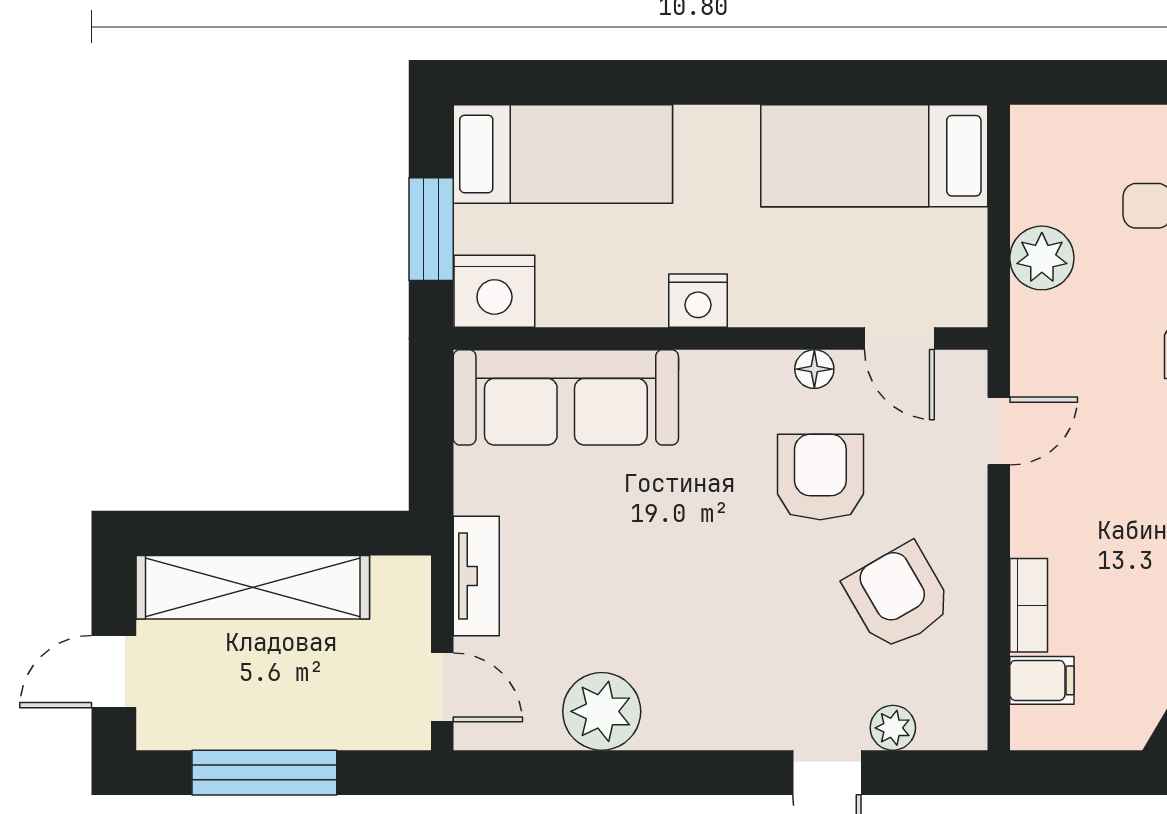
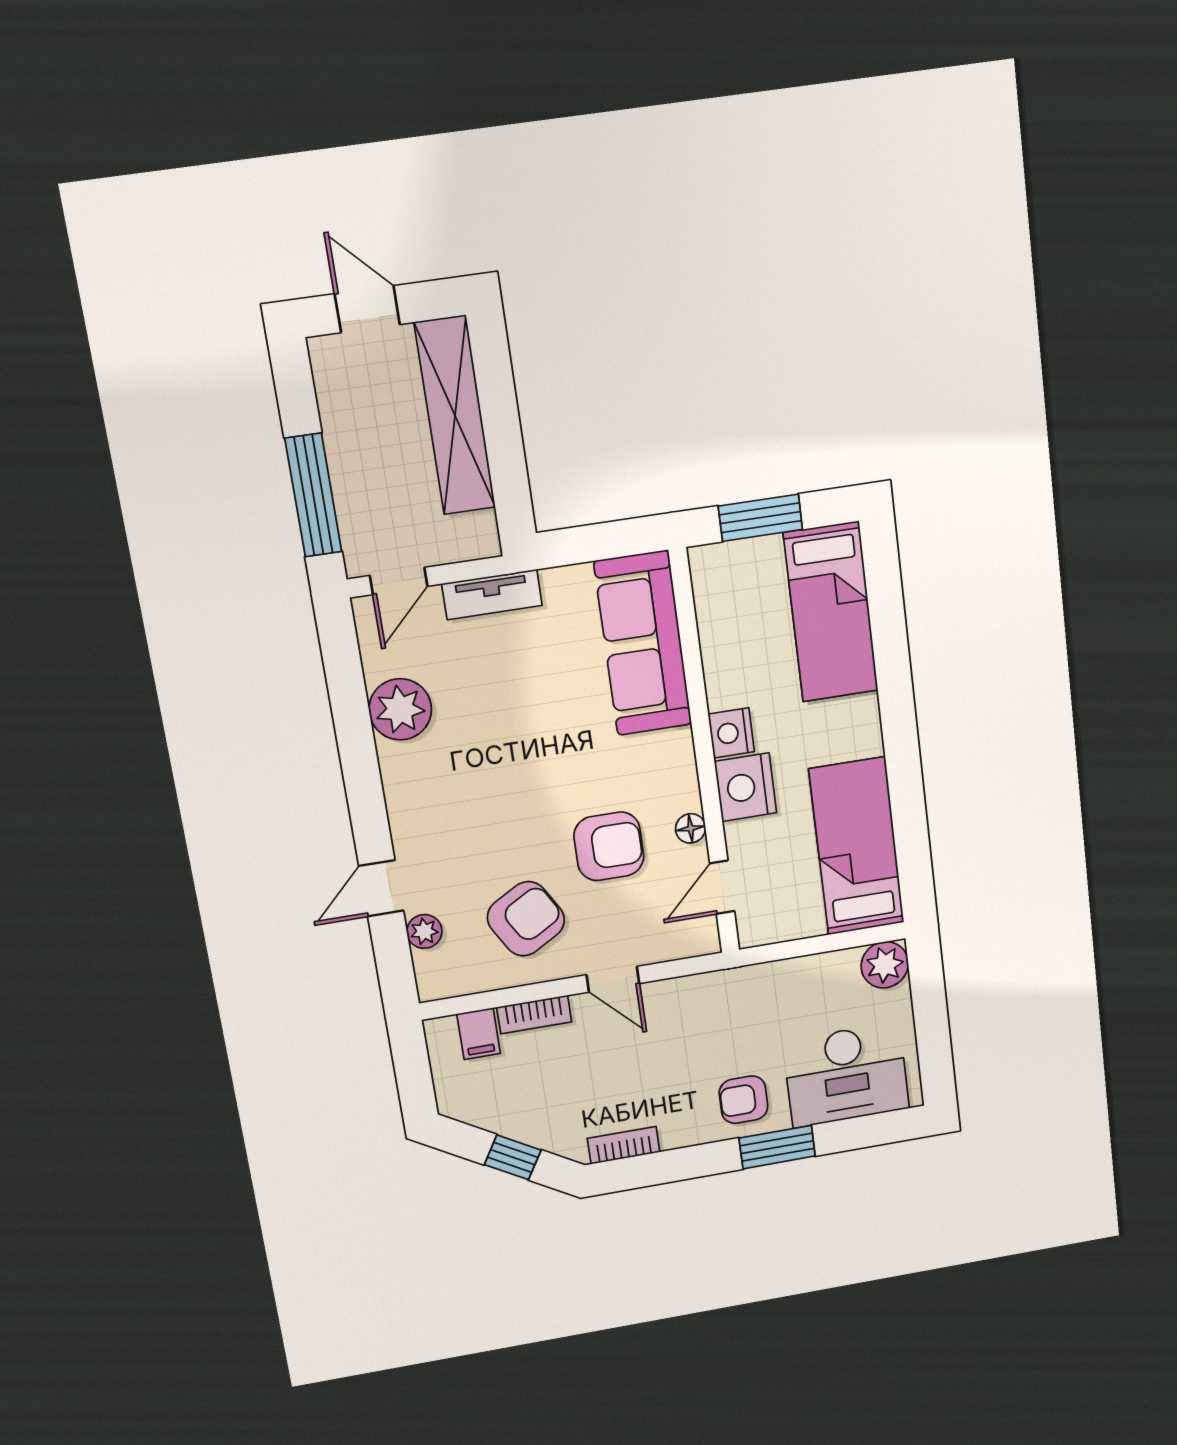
plant: (1042, 258) -> (885, 965), moved
nightstand: (494, 291) -> (746, 787), moved
door: (999, 431) -> (613, 979), moved
window: (264, 773) -> (313, 495), moved

